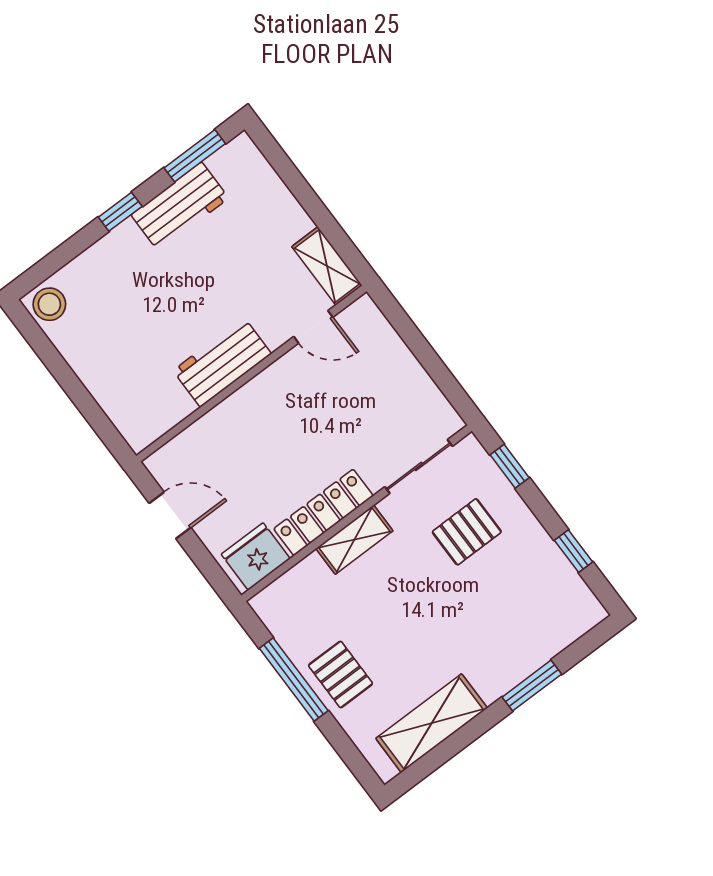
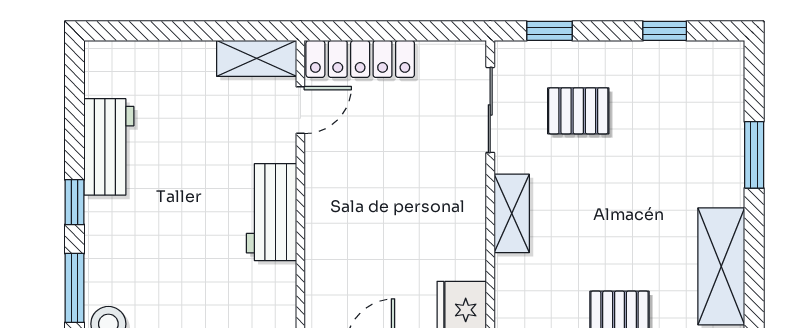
window: (195, 156) -> (75, 288), moved
locker: (324, 512) -> (360, 59), moved, turned -90
pallet: (467, 532) -> (578, 111), turned 90

